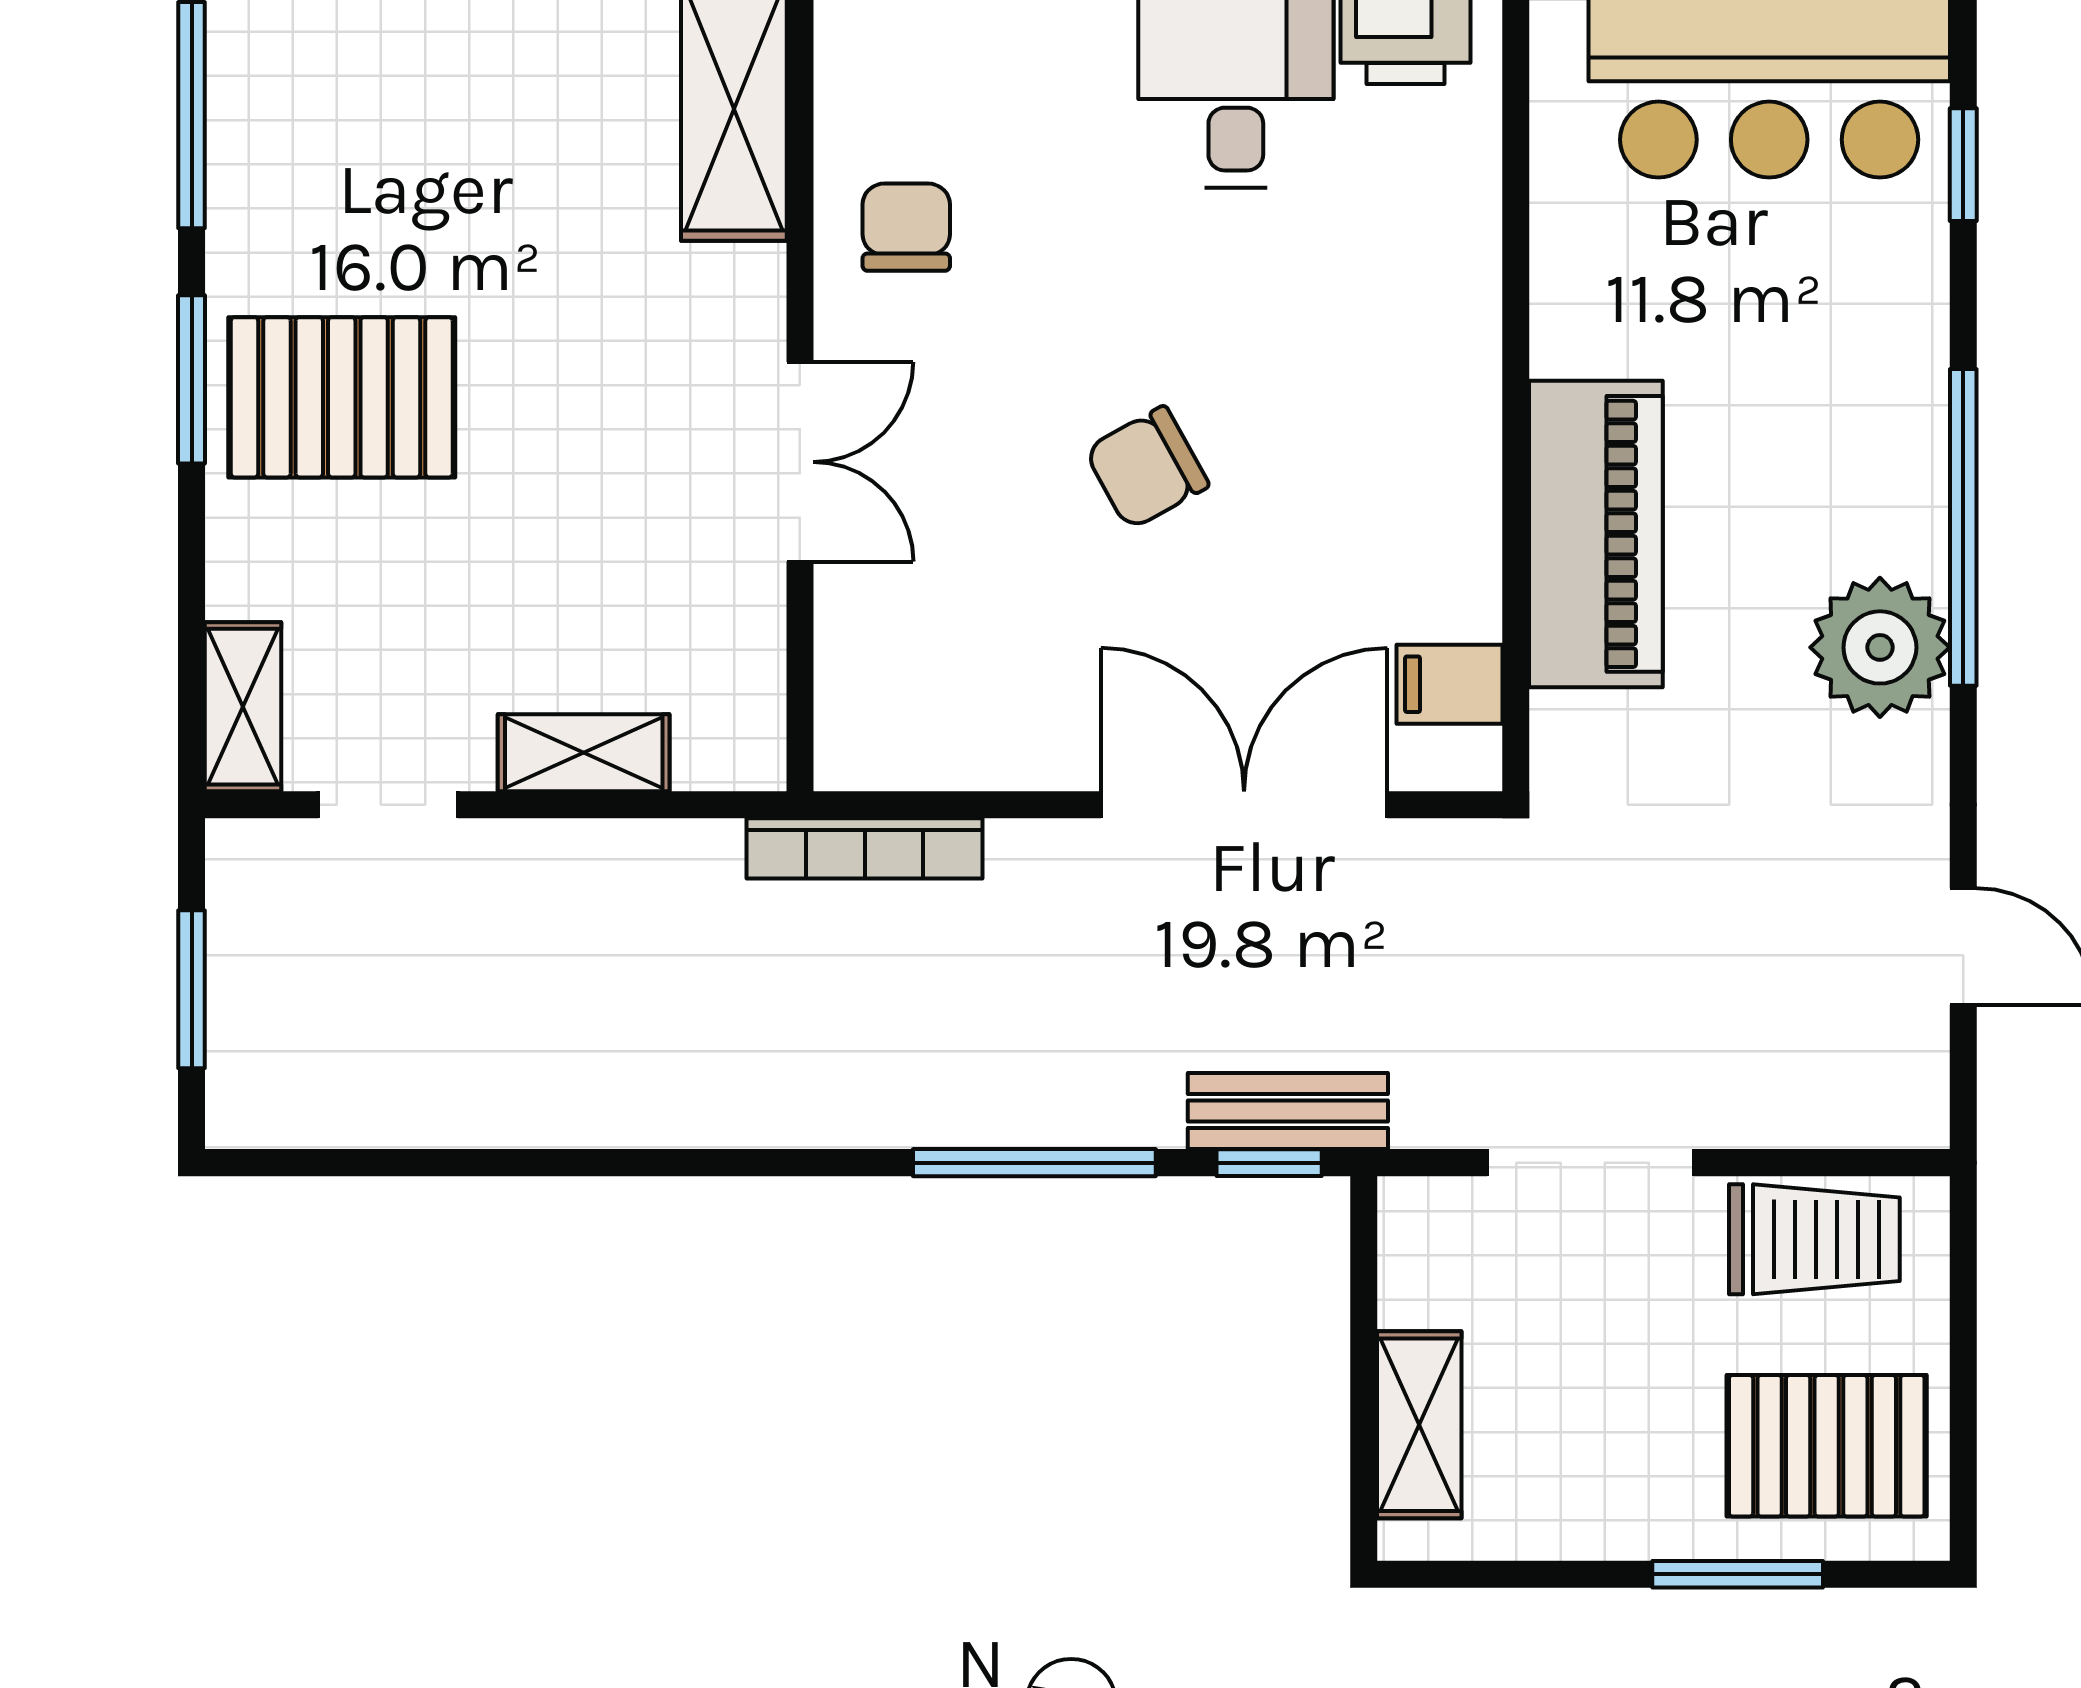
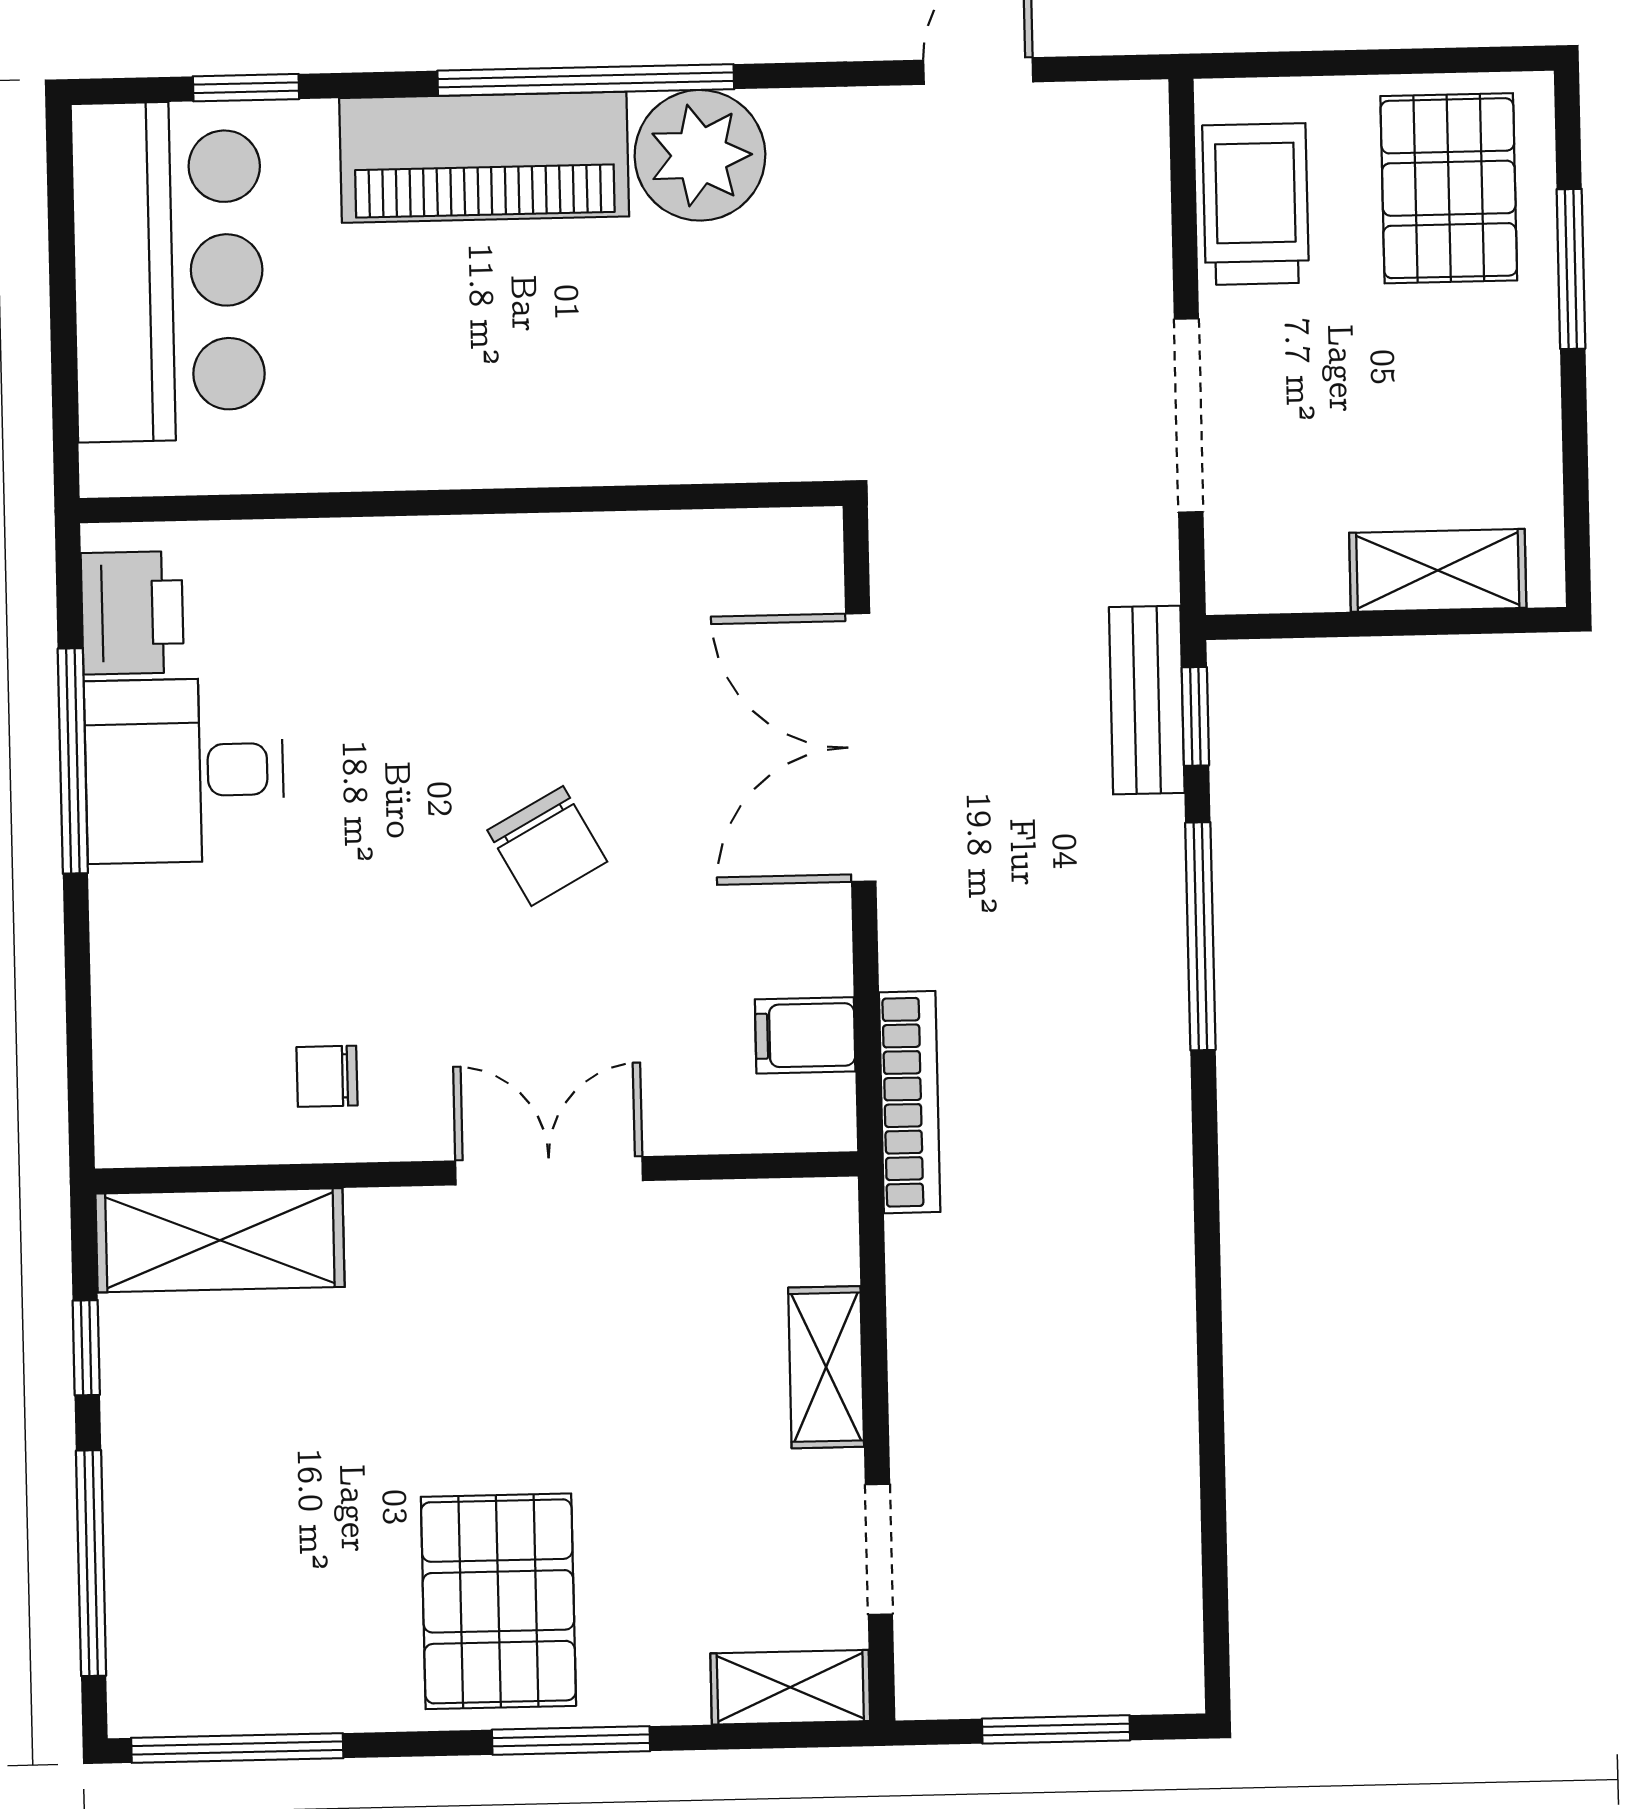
chair: (906, 227) -> (327, 1076), width x0.73, depth x0.73
window: (192, 379) -> (571, 1740), moved
piano: (1596, 534) -> (484, 157), moved, turned 180
filing cabinet: (1450, 684) -> (805, 1035), moved, turned 90

